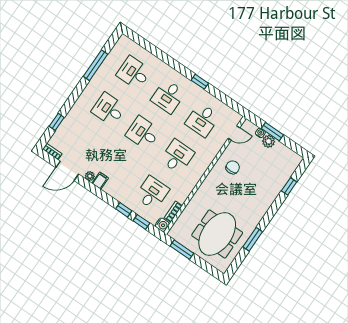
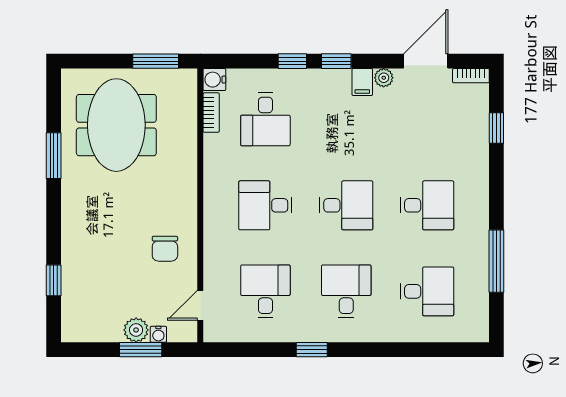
desk: (177, 156) -> (265, 205), turned 90
window: (141, 222) -> (336, 61), moved

